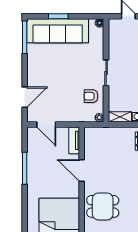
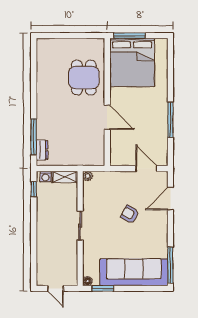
window: (58, 16) -> (103, 288), moved
armchair: (91, 96) -> (130, 214), moved, turned -151
tv unit: (74, 140) -> (116, 151), removed
dining table: (103, 206) -> (84, 78), turned 90

